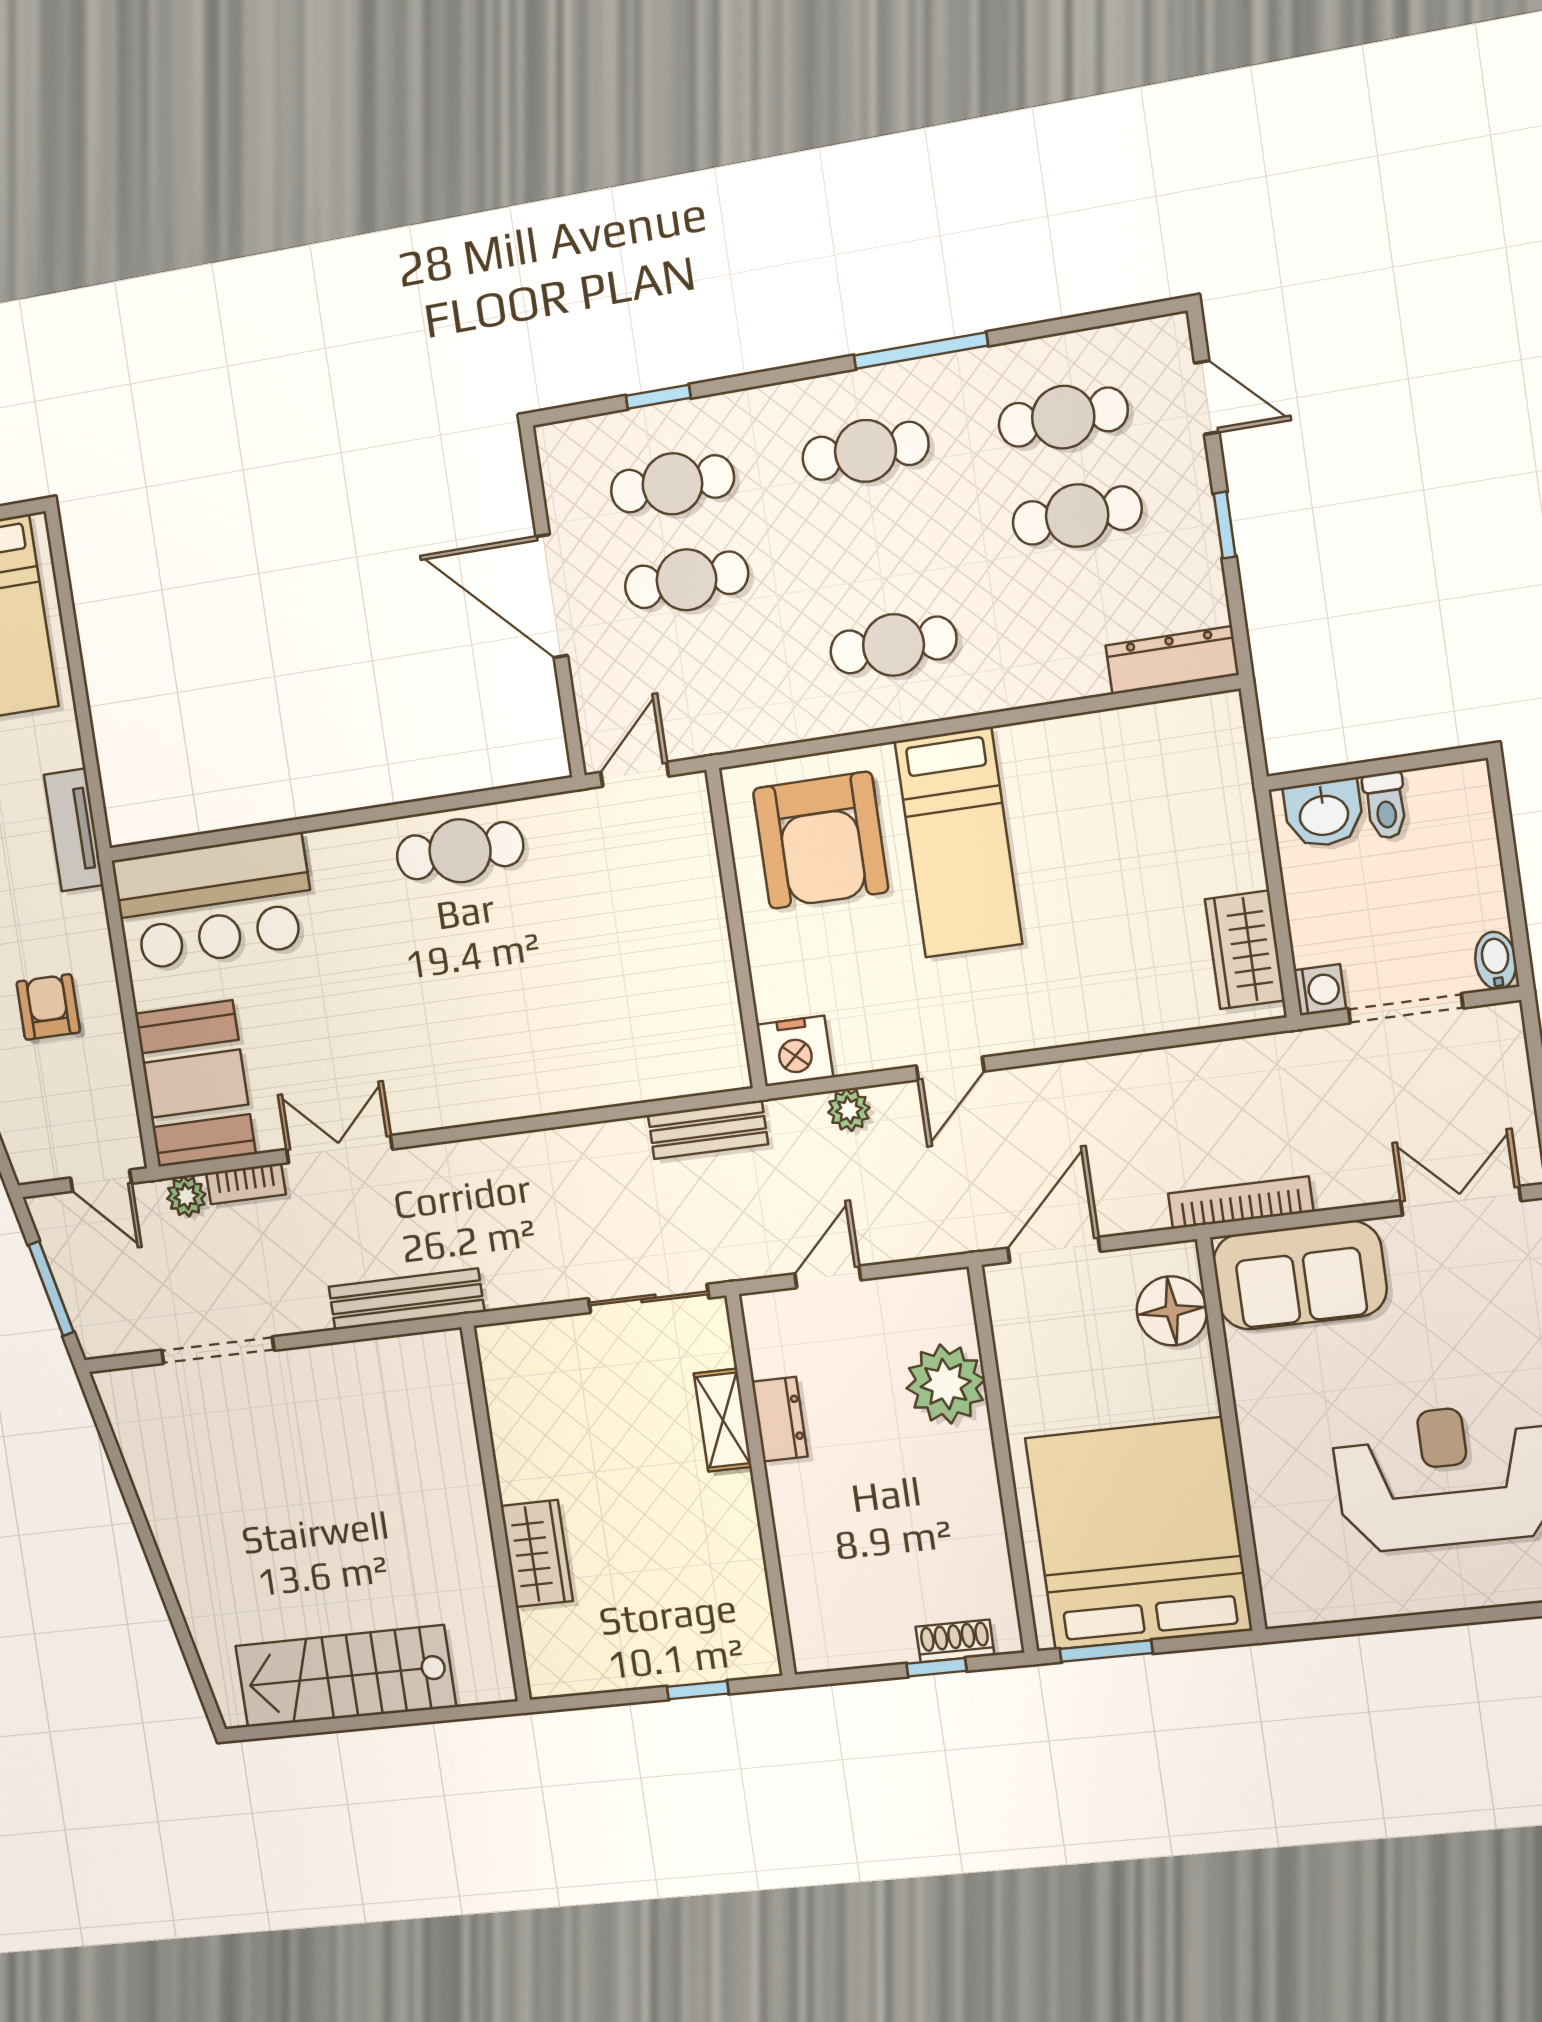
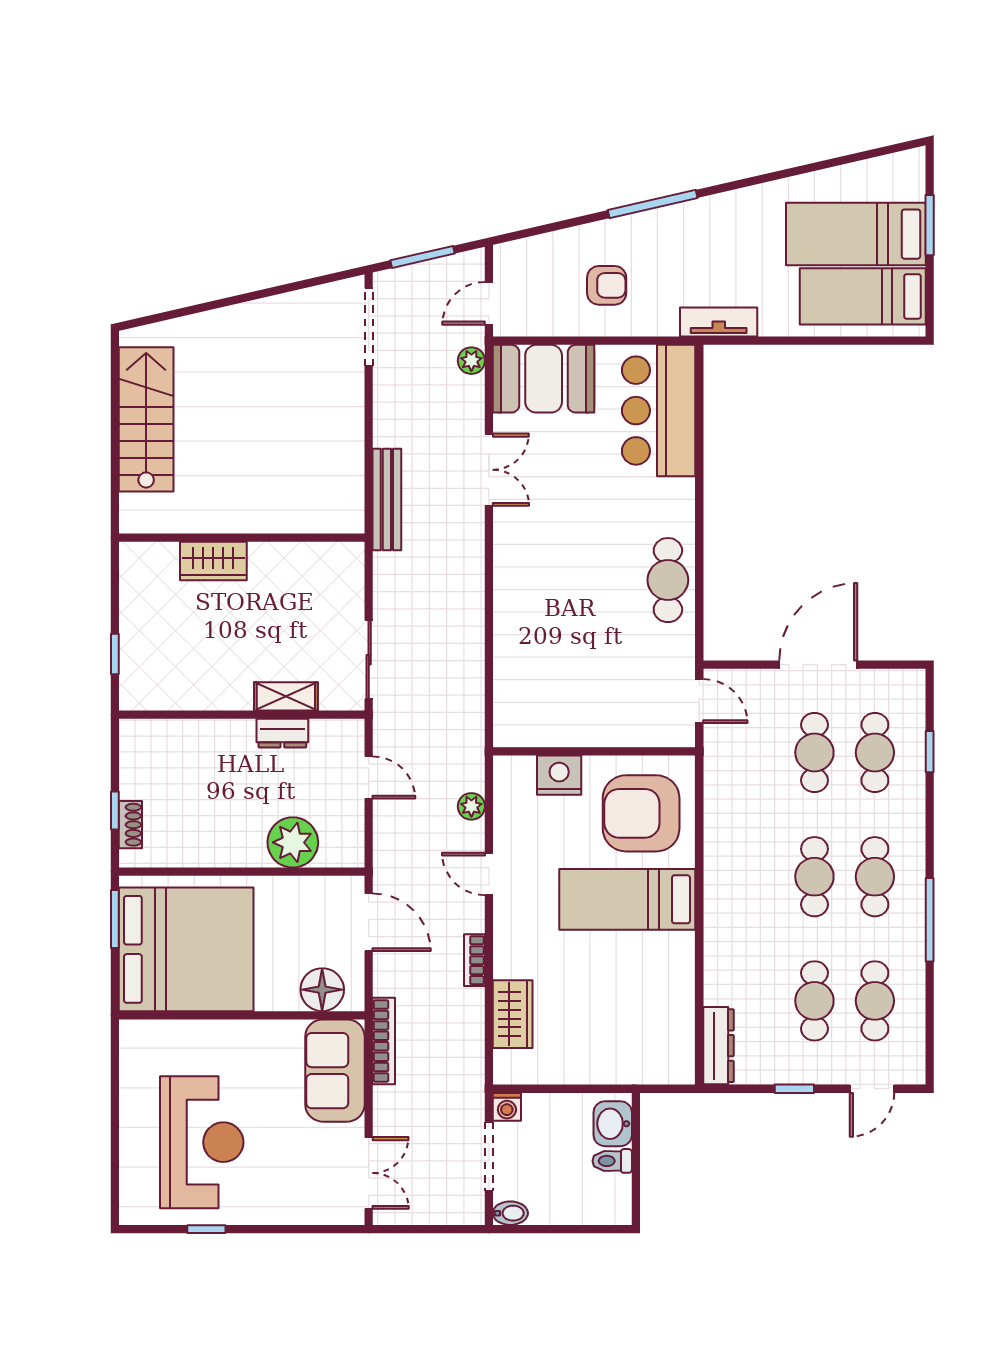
cafe table: (893, 645) -> (814, 877), moved
wardrobe: (1245, 950) -> (513, 1014), moved, turned 90
nightstand: (795, 1051) -> (559, 775), moved, turned 90
bench: (708, 1130) -> (471, 714), removed
bookcase: (246, 1184) -> (474, 960), moved
doorway: (218, 1350) -> (369, 327), moved

